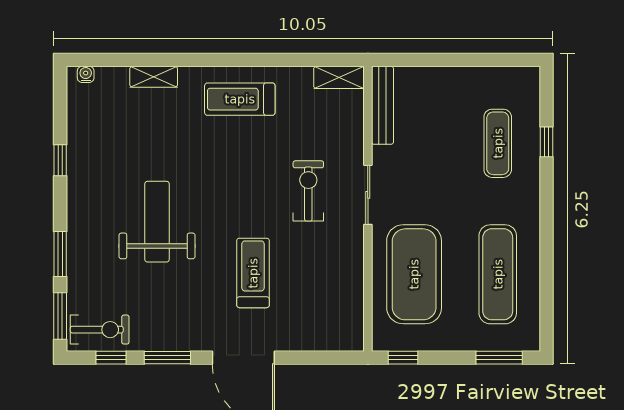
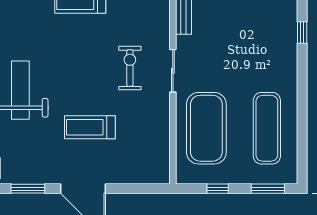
exercise mat: (498, 143) -> (267, 33), removed
treadmill: (253, 273) -> (90, 127), turned -90
window: (403, 358) -> (218, 189), moved

